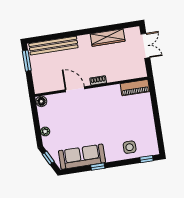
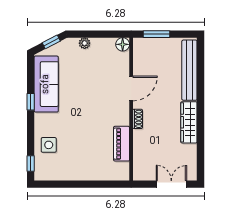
wardrobe: (108, 38) -> (189, 122), moved
double door: (145, 46) -> (171, 184), swing flipped
window: (27, 61) -> (157, 34), moved
piano: (135, 88) -> (122, 144), moved

